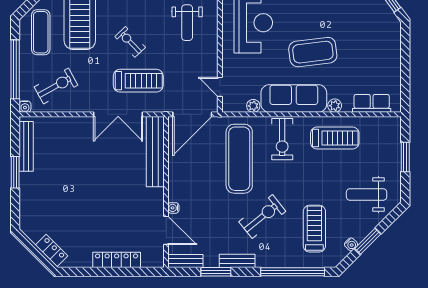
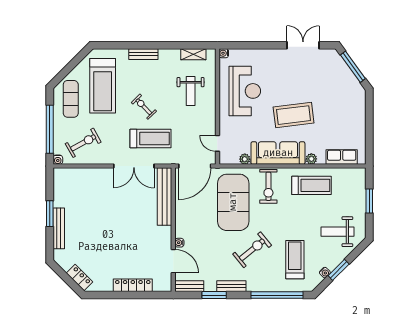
bench: (26, 146) -> (59, 228), moved
exercise mat: (239, 159) -> (233, 202), width x1.47

